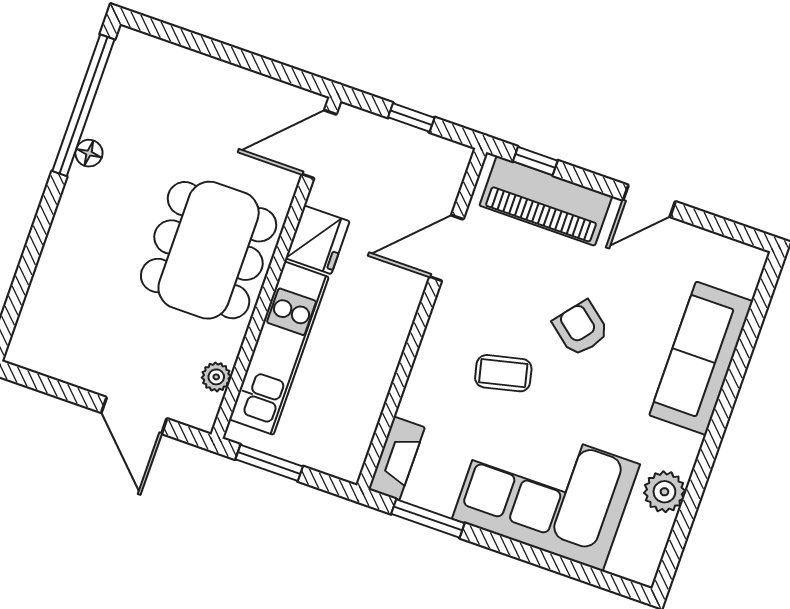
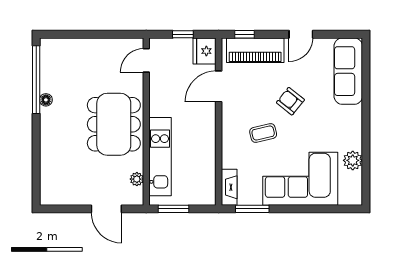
door: (319, 144) -> (146, 60), width x0.73
fridge: (317, 240) -> (205, 51), moved, turned 180
sofa: (701, 358) -> (348, 71), moved

